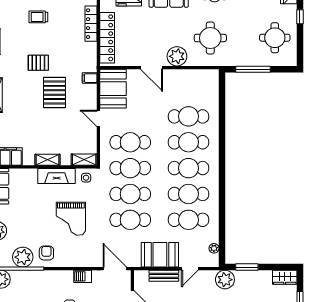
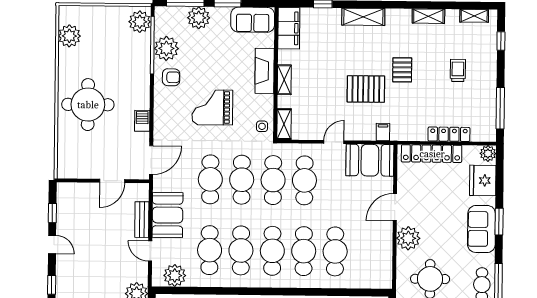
fireplace: (57, 176) -> (265, 71), moved
plant: (214, 248) -> (175, 275), width x1.87, depth x1.87

